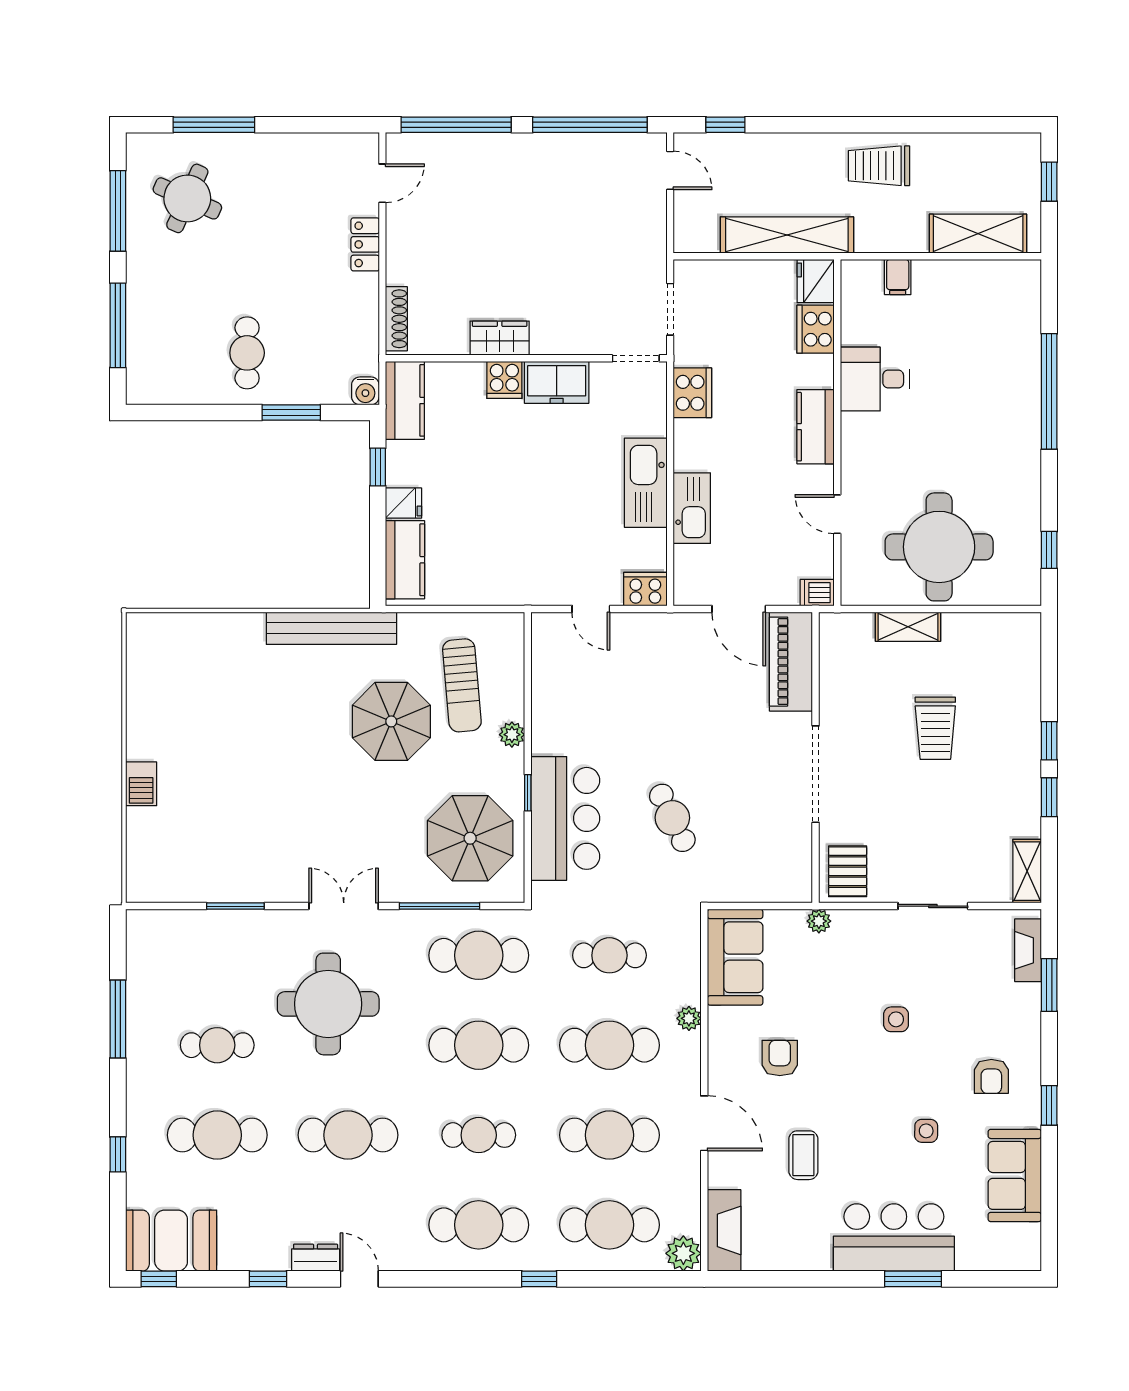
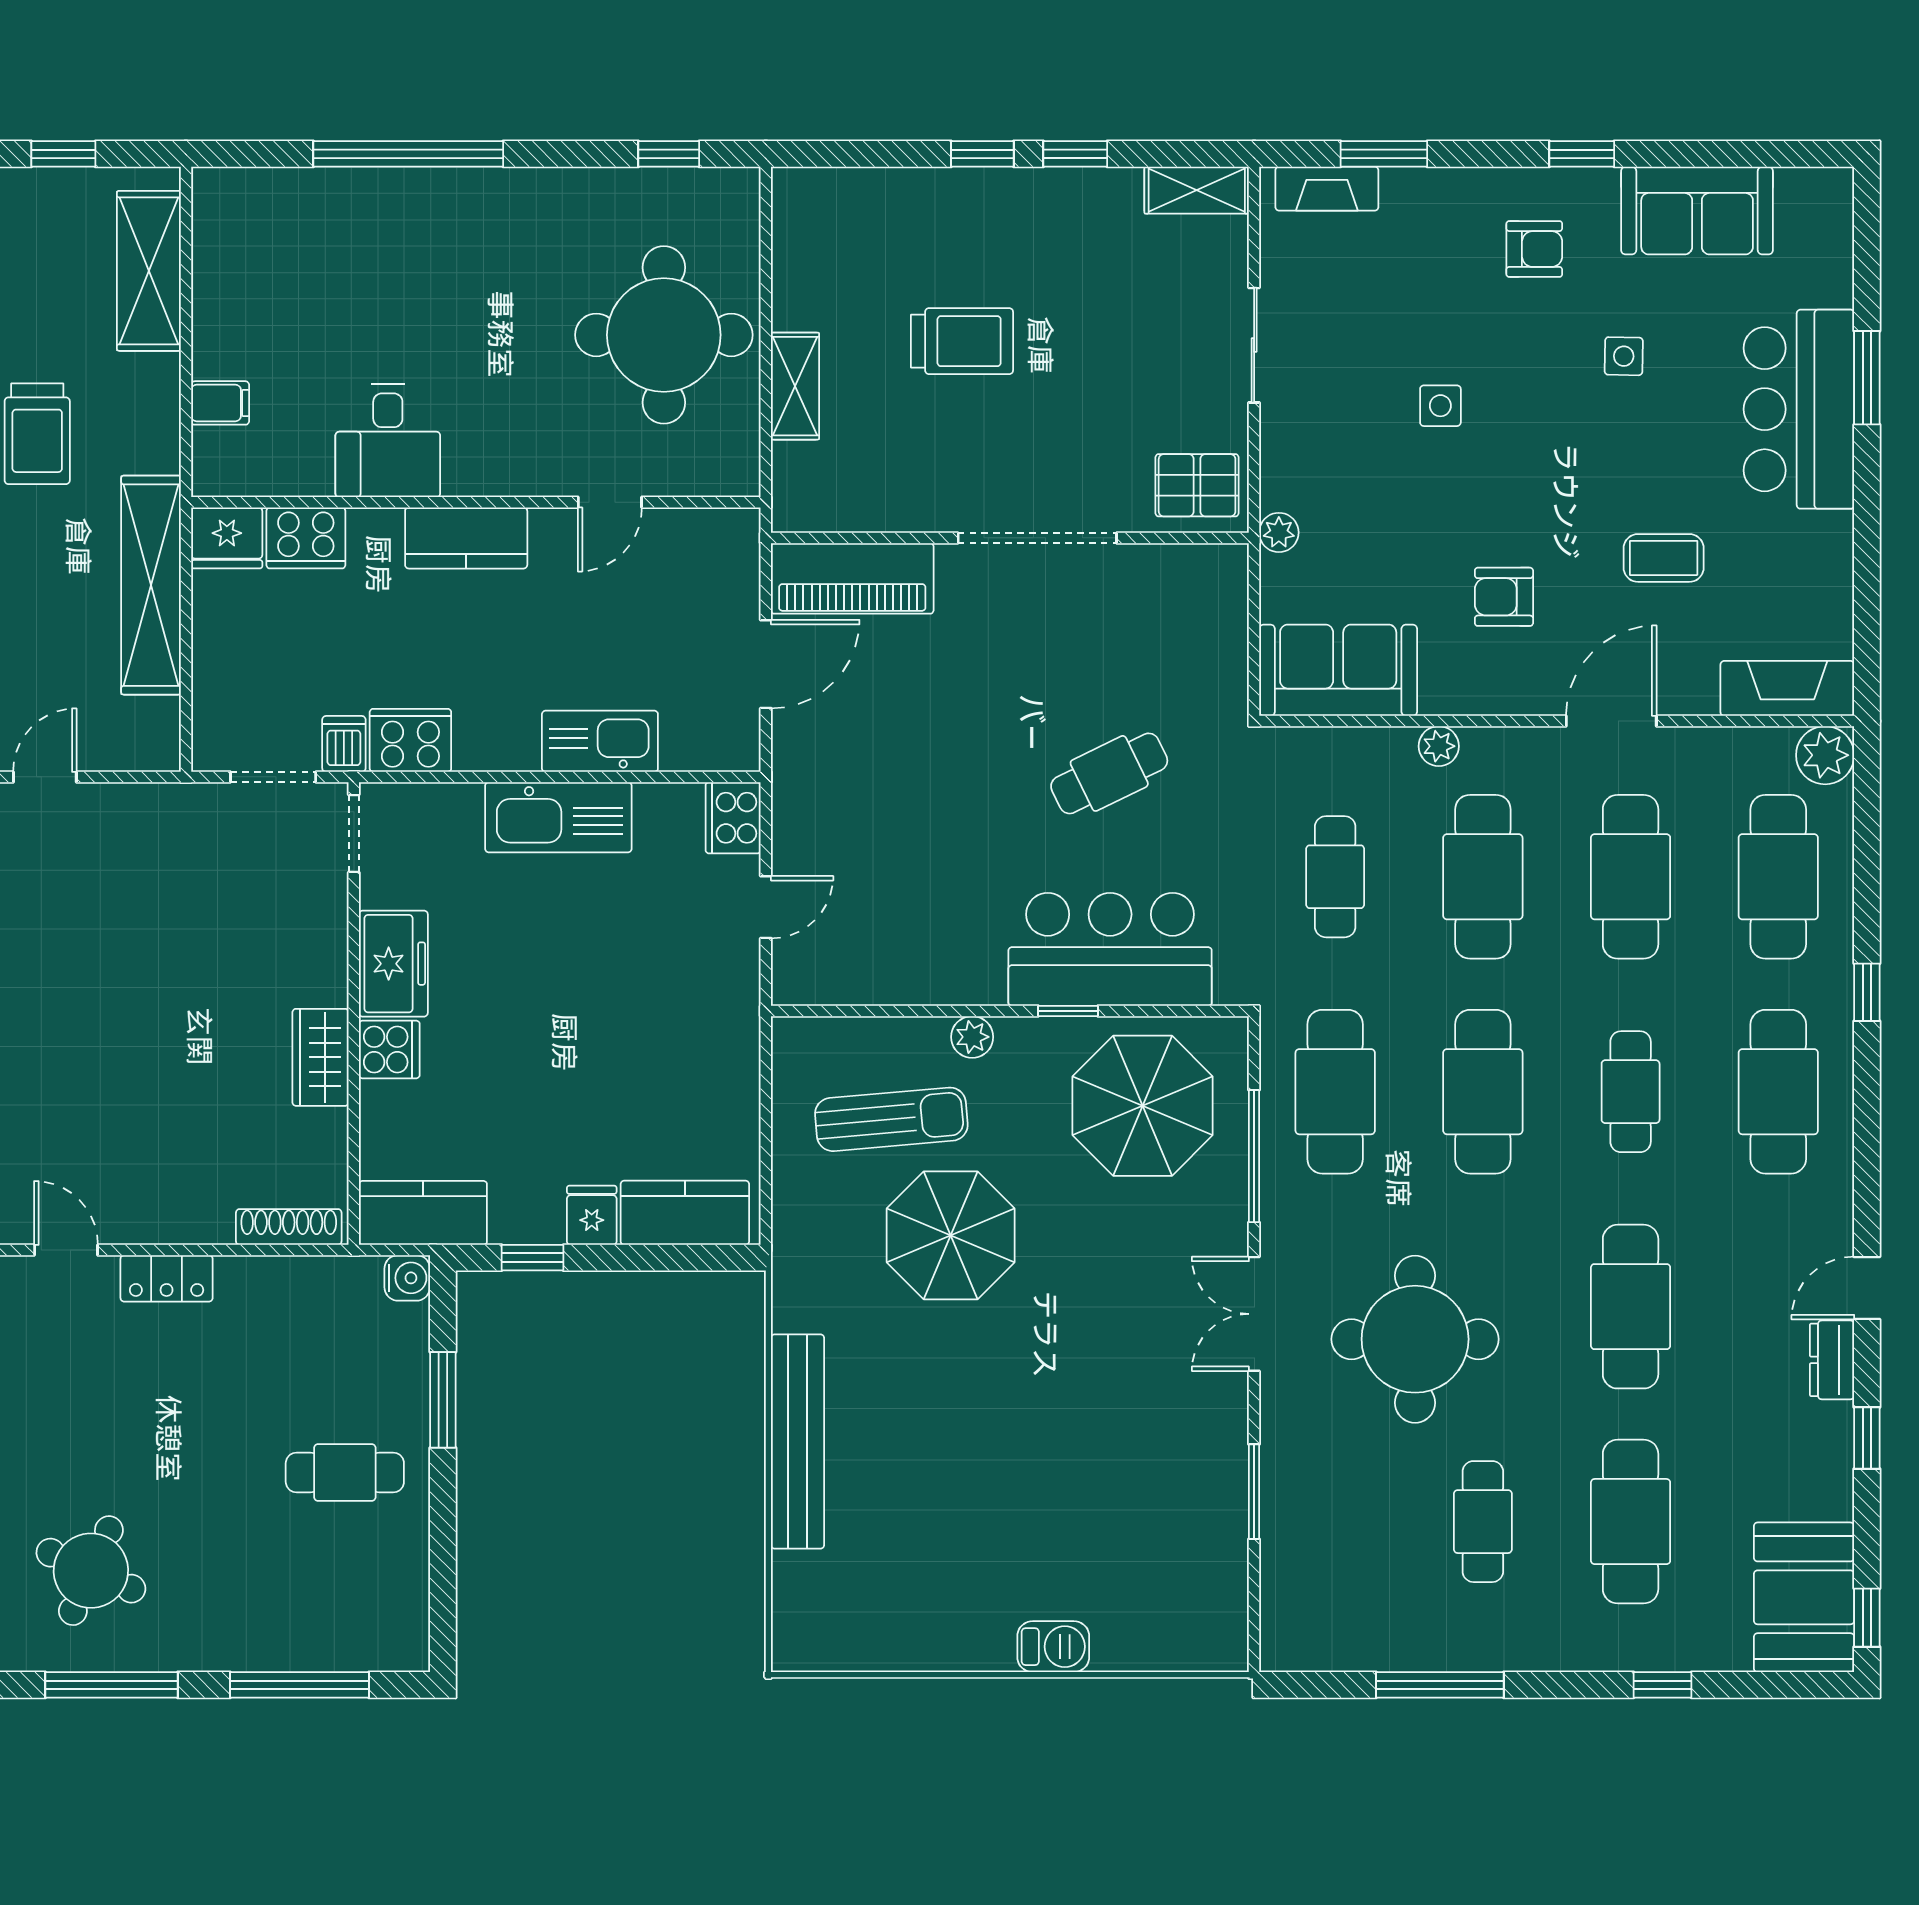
dishwasher: (817, 593) -> (344, 744), moved, turned 180
bench: (331, 628) -> (798, 1442), moved

